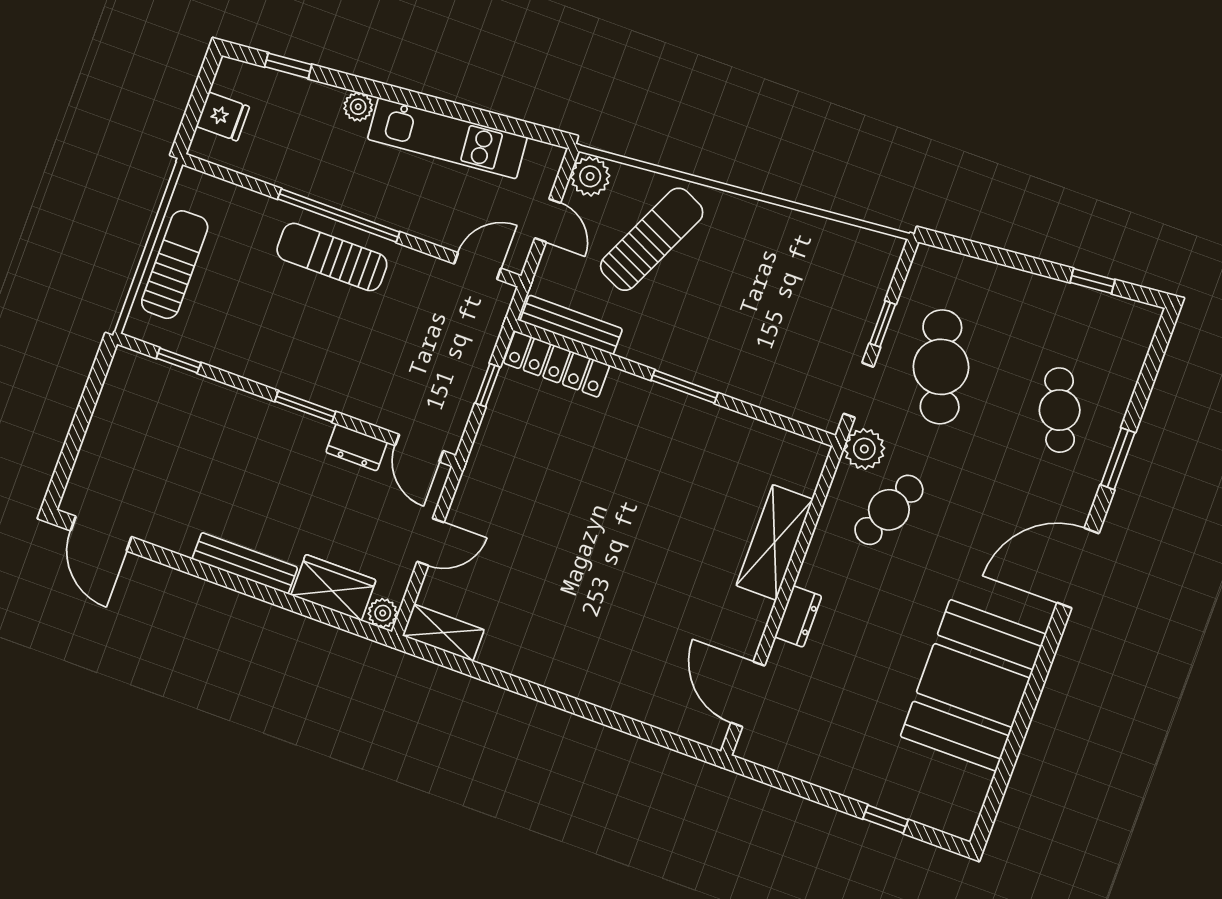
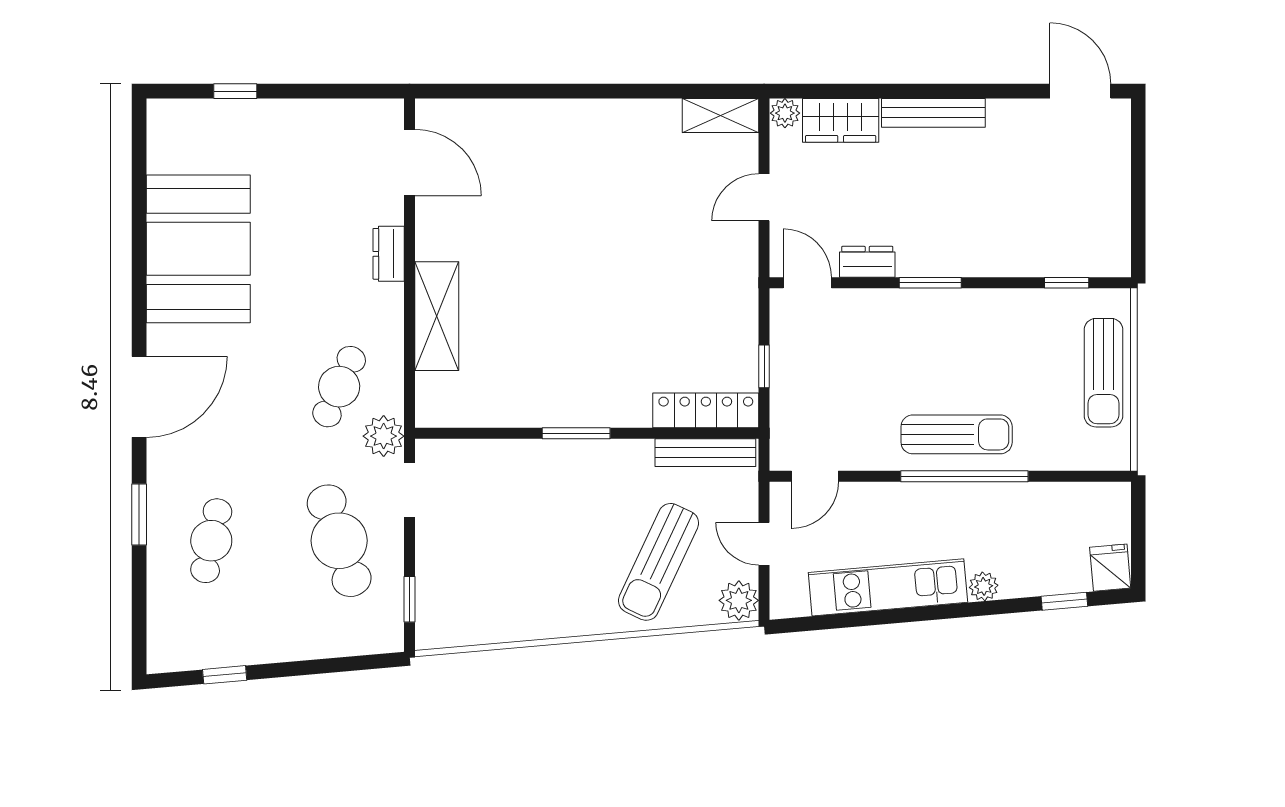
fridge: (223, 117) -> (1110, 568), moved, turned 85
window: (883, 324) -> (410, 599), moved
cafe table: (1060, 410) -> (211, 541), turned 33

